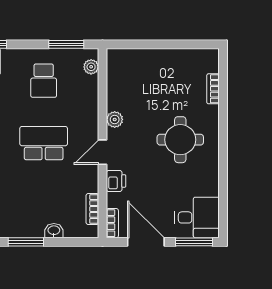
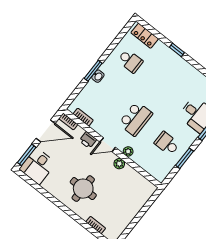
window: (66, 44) -> (185, 158), moved
plant: (91, 67) -> (128, 151), moved
door: (103, 152) -> (108, 145), swing flipped
washbasin: (54, 231) -> (98, 76), moved

